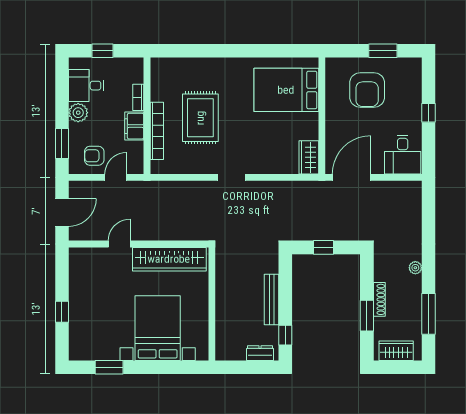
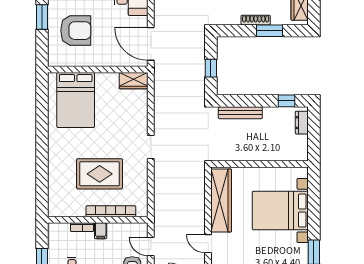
filing cabinet: (134, 126) -> (101, 231), width x0.50
bench: (271, 300) -> (240, 113), moved

